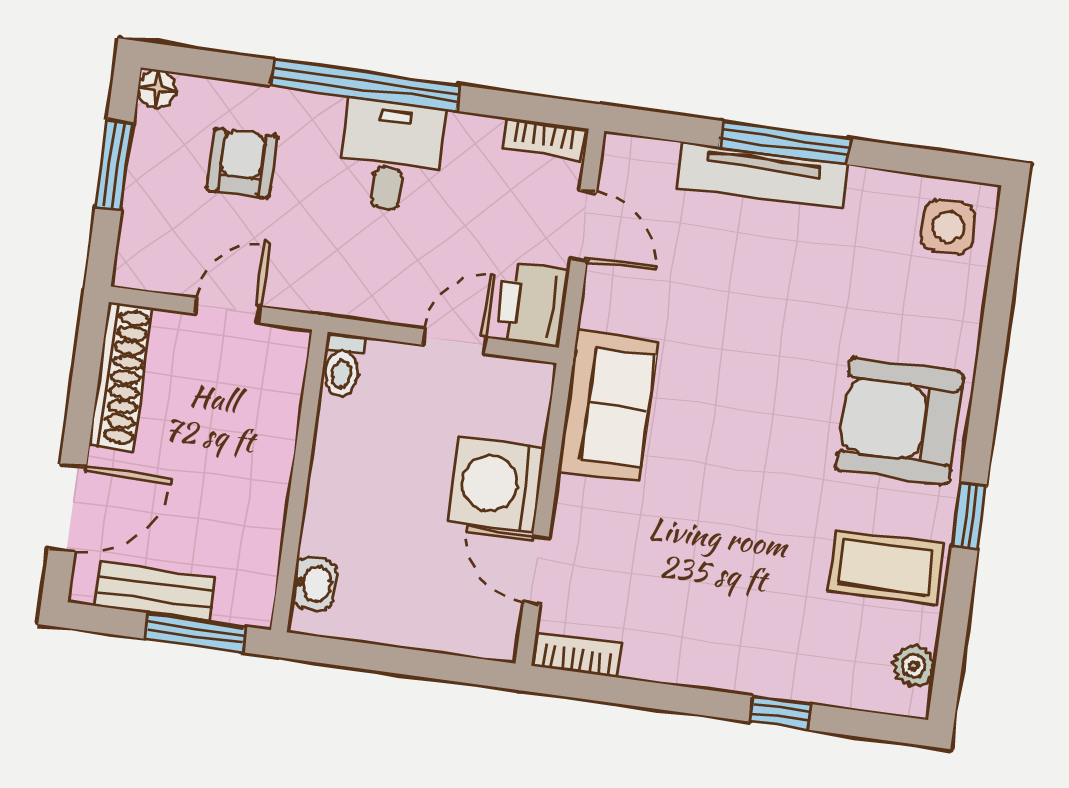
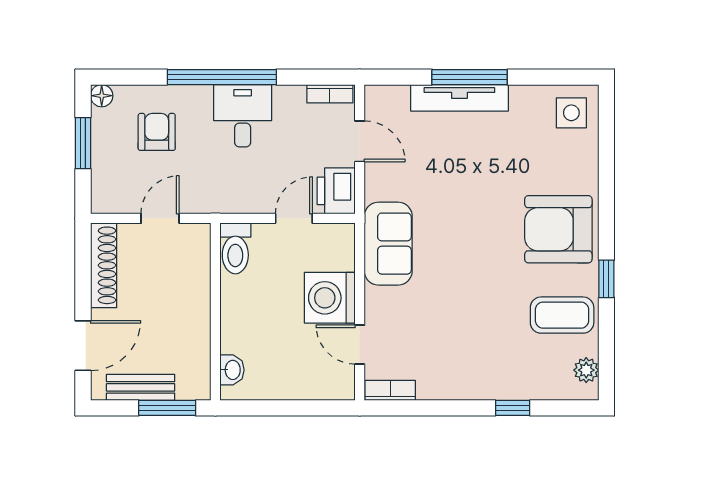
toilet: (342, 365) -> (235, 248), width x1.37, depth x1.39

